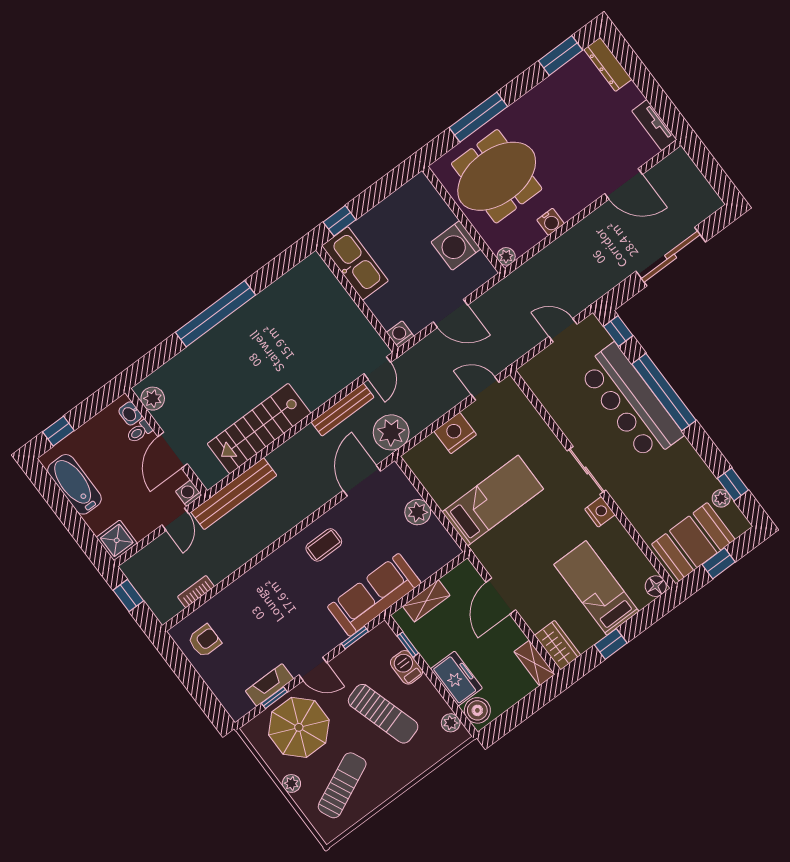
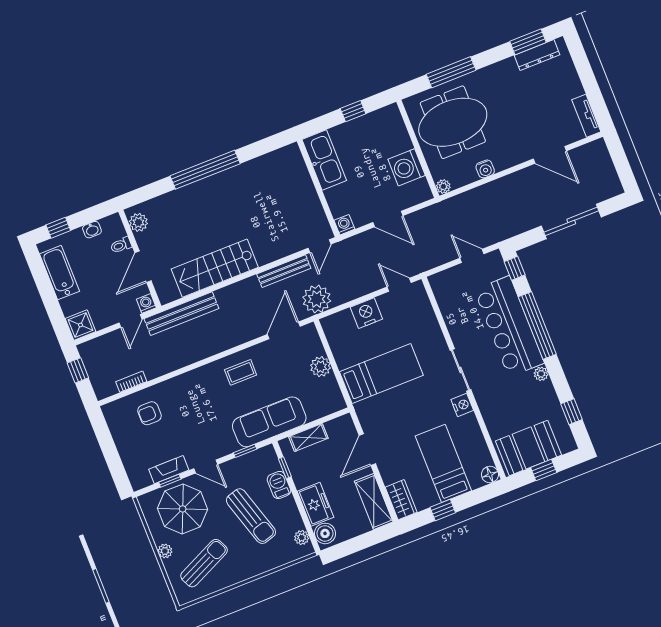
dresser: (608, 64) -> (537, 55), moved, turned -90
window: (340, 221) -> (353, 111), moved
washbasin: (130, 413) -> (92, 230), moved, turned -90
plant: (721, 498) -> (541, 374), moved
armchair: (205, 641) -> (149, 413), moved, turned 180
shelving: (534, 663) -> (374, 502), width x1.50, depth x1.33

